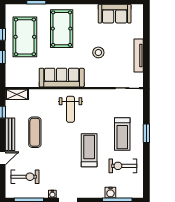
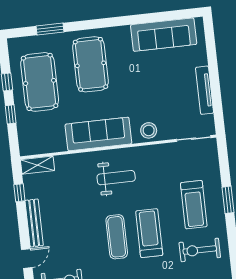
sofa: (115, 14) -> (164, 35), width x1.36
stool: (98, 52) -> (149, 130), moved
weight bench: (70, 109) -> (116, 178), turned -90
exercise mat: (35, 132) -> (117, 237), moved

